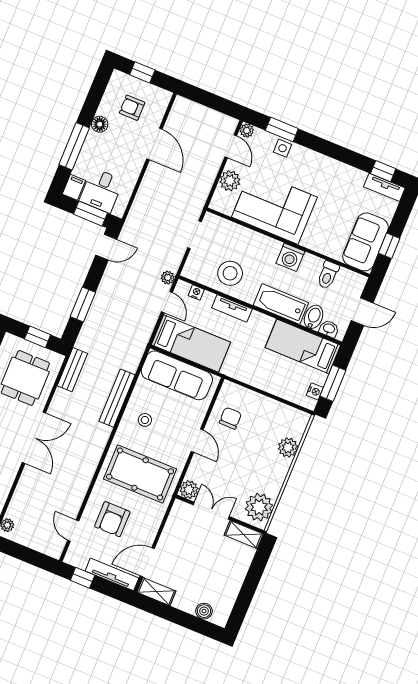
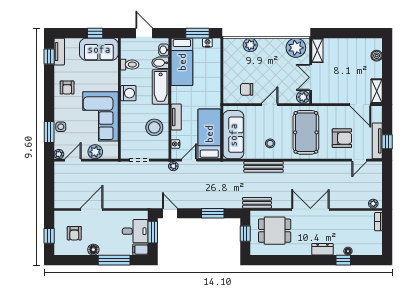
armchair: (332, 178) -> (67, 88), added
tv unit: (112, 574) -> (377, 141), moved

